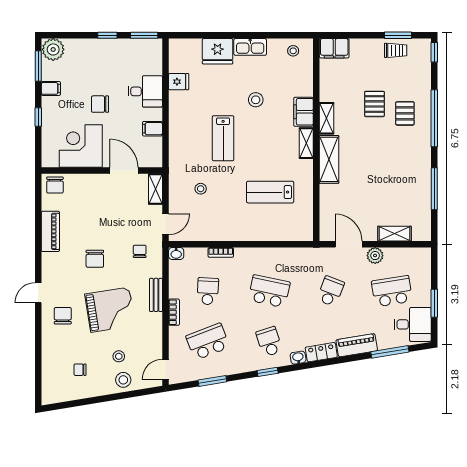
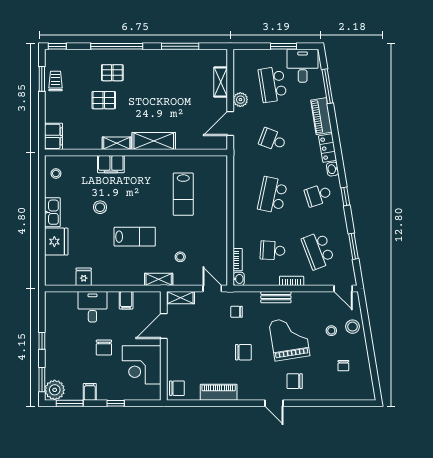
window: (144, 35) -> (42, 380), moved
shelving: (306, 143) -> (159, 279), moved
bookcase: (221, 252) -> (238, 260), moved

